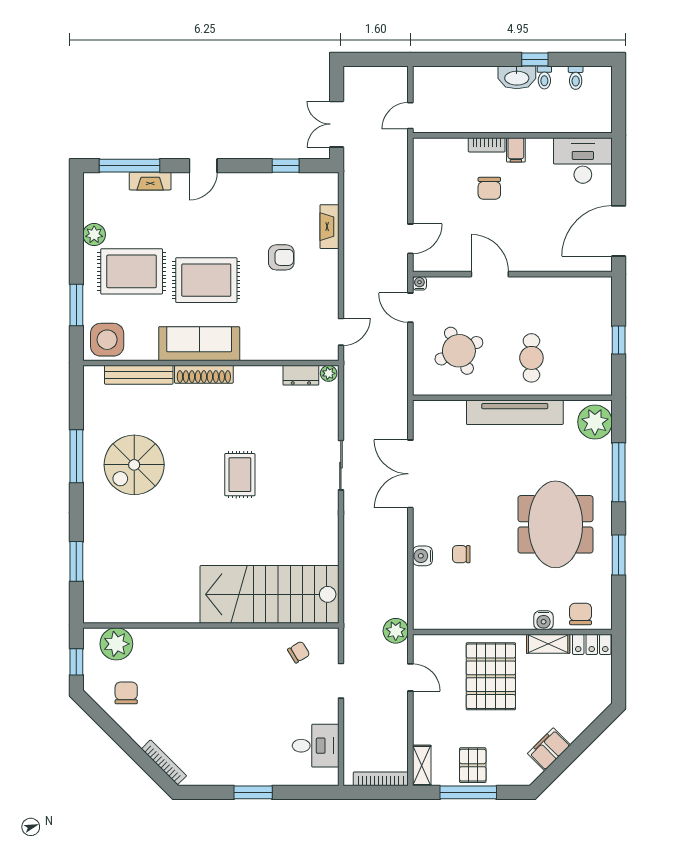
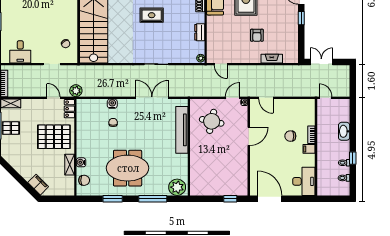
washbasin: (517, 77) -> (344, 131), moved
window: (286, 166) -> (301, 18), moved
window: (619, 340) -> (230, 199), moved
round table: (459, 351) -> (212, 121), turned 37
cafe table: (531, 358) -> (208, 156), removed
dresser: (301, 375) -> (200, 32), moved
tv unit: (515, 412) -> (182, 130), moved
locker: (592, 644) -> (69, 109), moved
door: (410, 677) -> (53, 98), swing flipped
filing cabinet: (549, 749) -> (38, 185), moved

